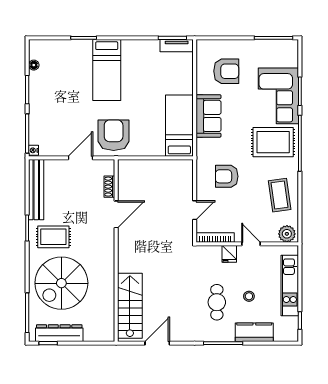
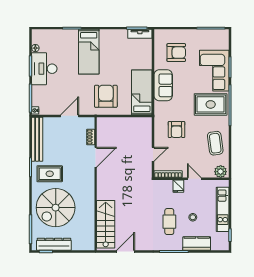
desk: (46, 93) -> (44, 69), added
armchair: (114, 135) -> (106, 96), moved
armchair: (227, 176) -> (176, 130), turned -90

